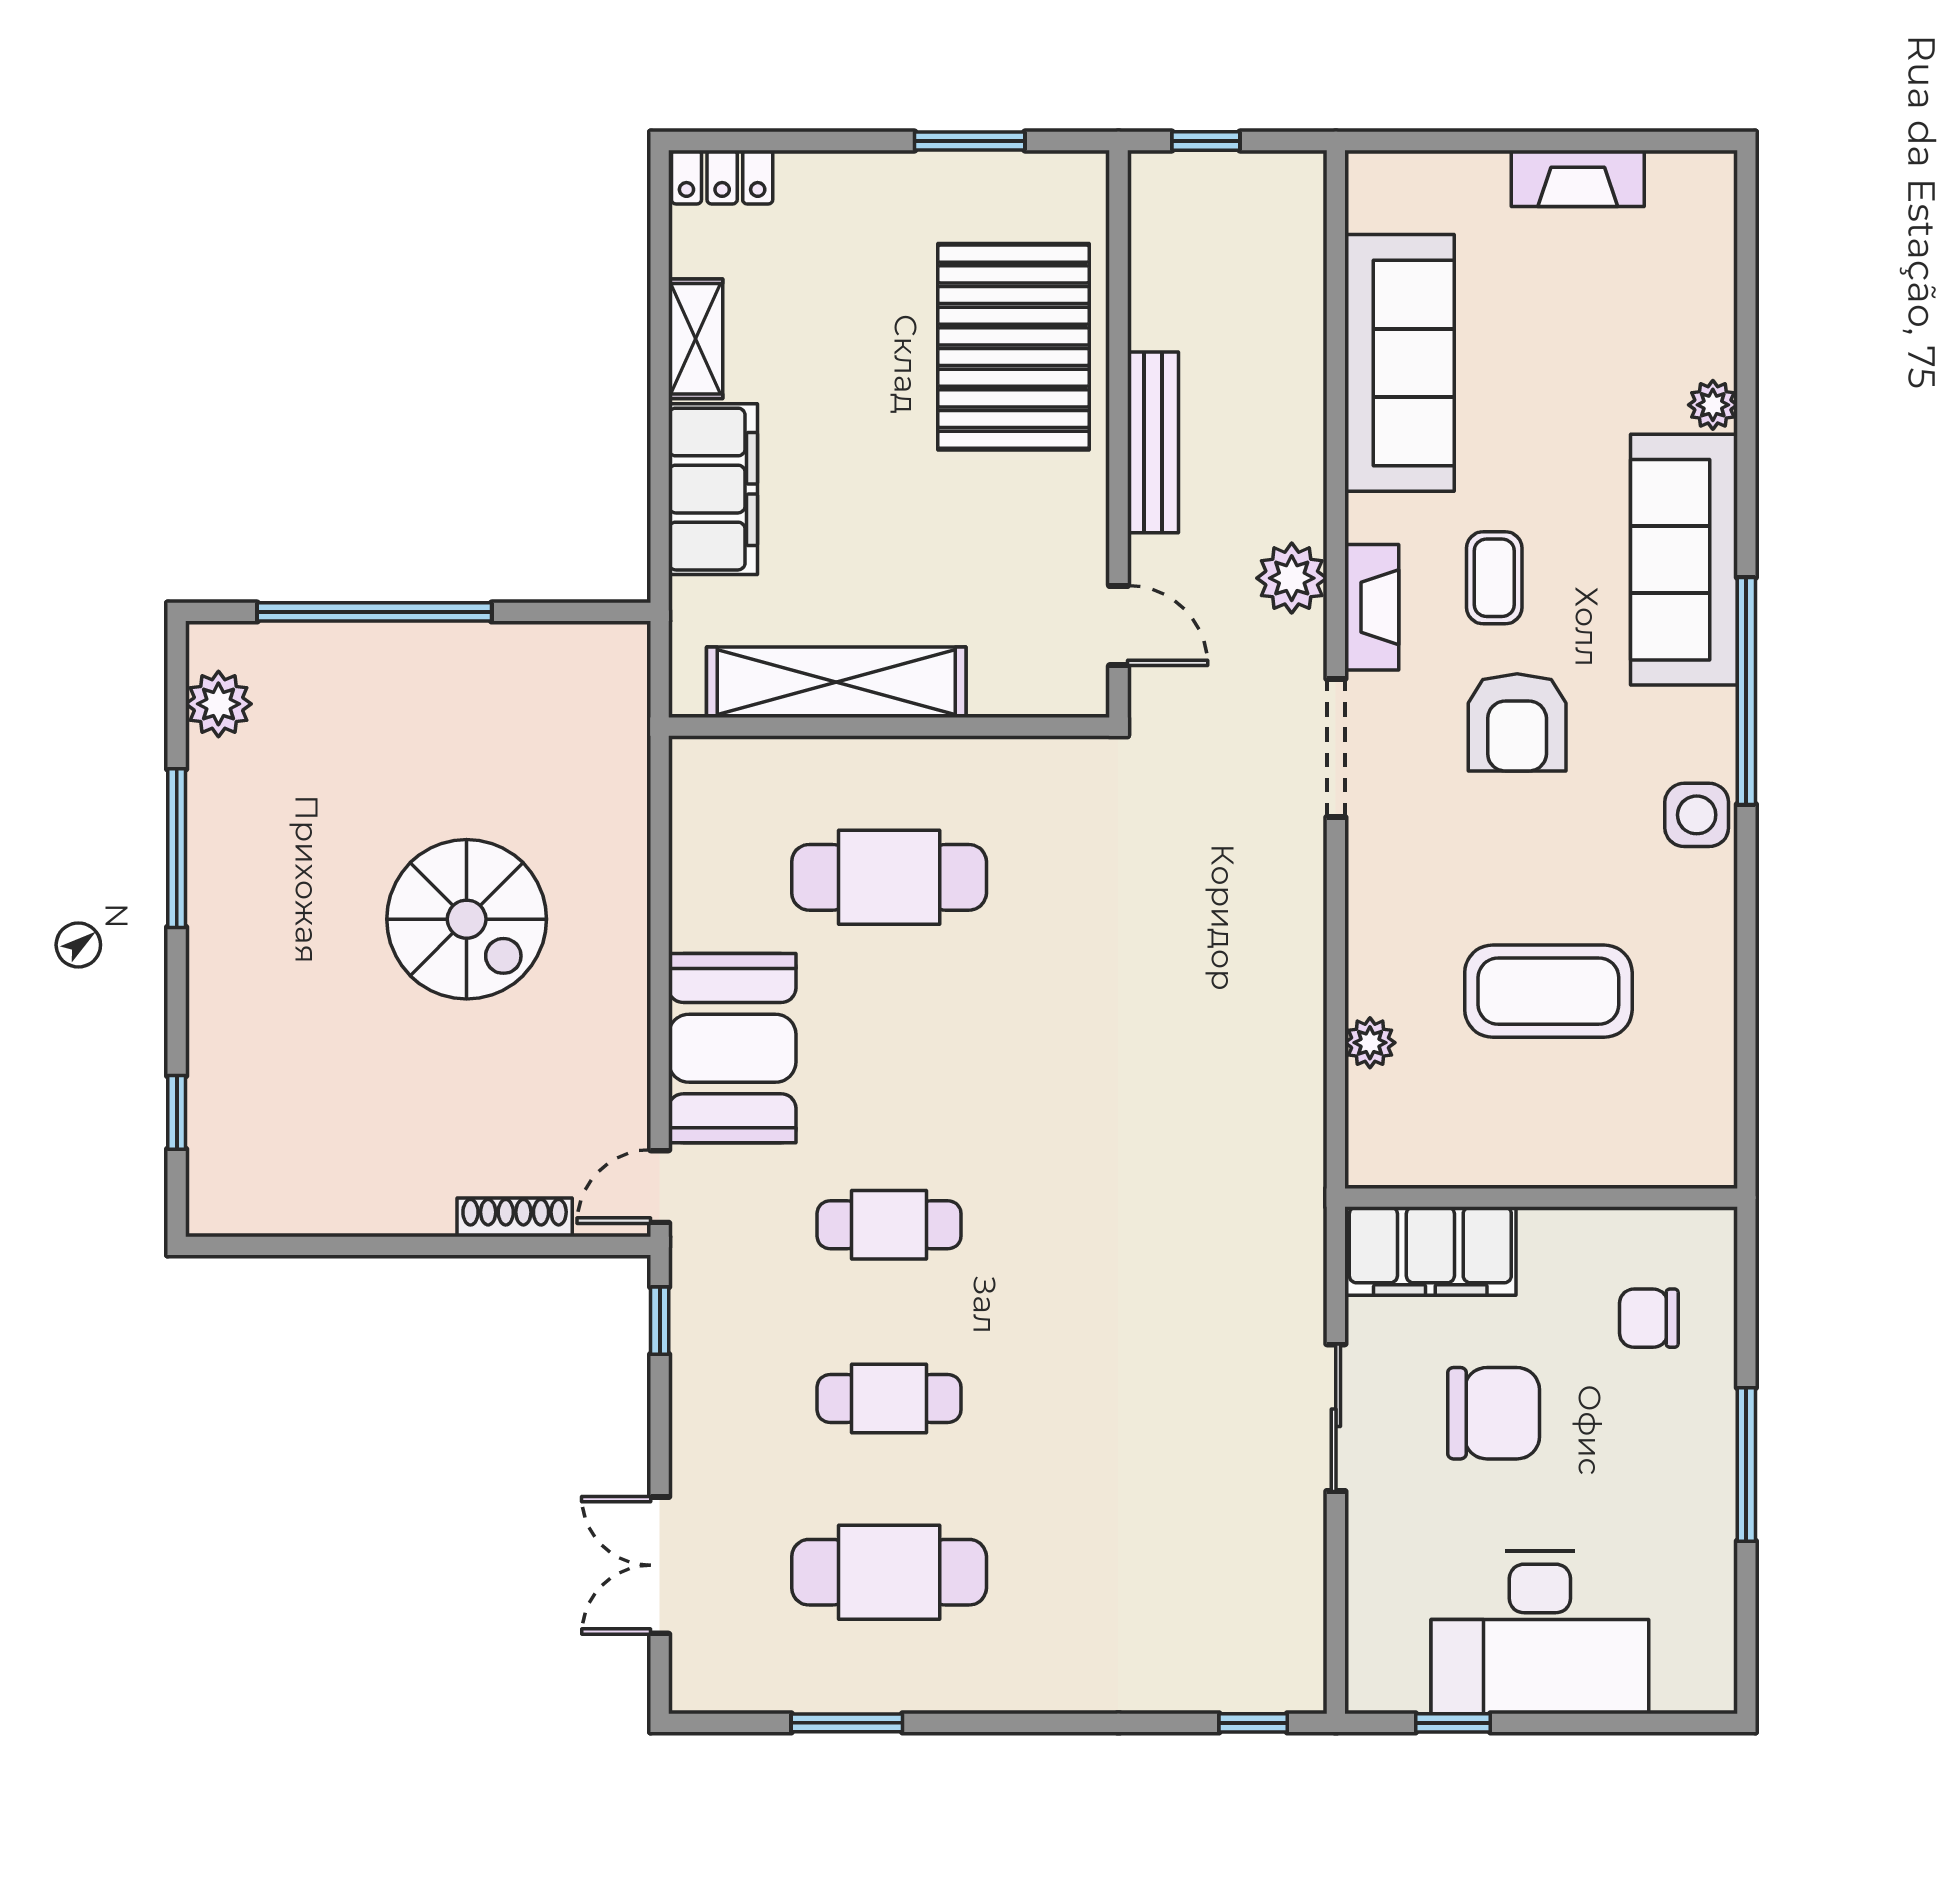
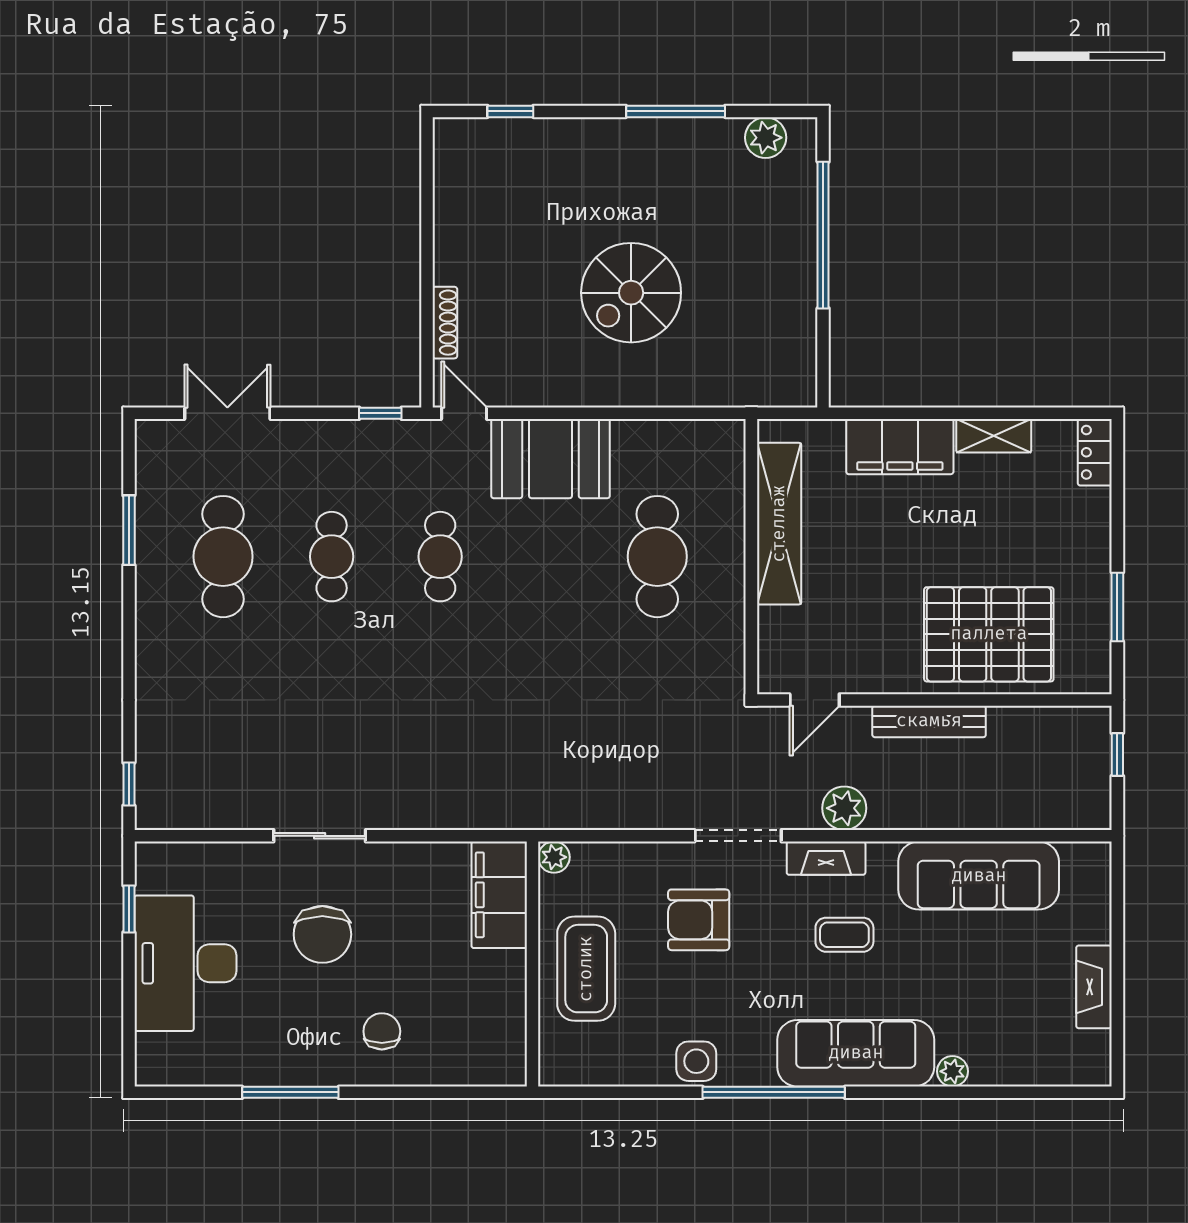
armchair: (1517, 722) -> (699, 920), moved
wall: (1541, 1198) -> (533, 964), moved
filing cabinet: (1430, 1251) -> (499, 895), moved

